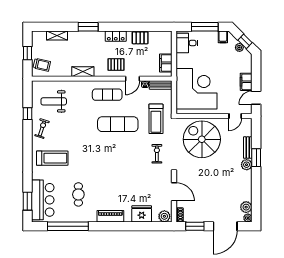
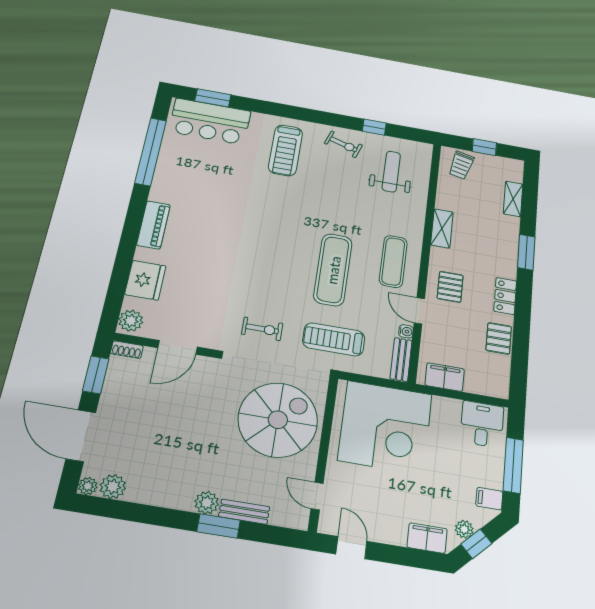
filing cabinet: (246, 82) -> (427, 538), moved
cafe table: (78, 194) -> (208, 179), removed

